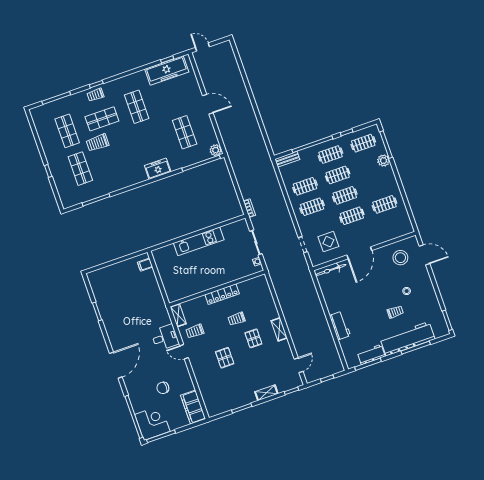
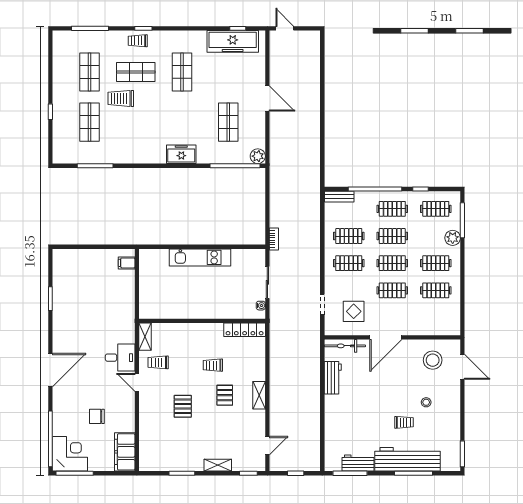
clothes rail: (377, 184) -> (436, 263), added
locker: (222, 294) -> (245, 330), moved
workbench: (340, 326) -> (333, 378), moved

